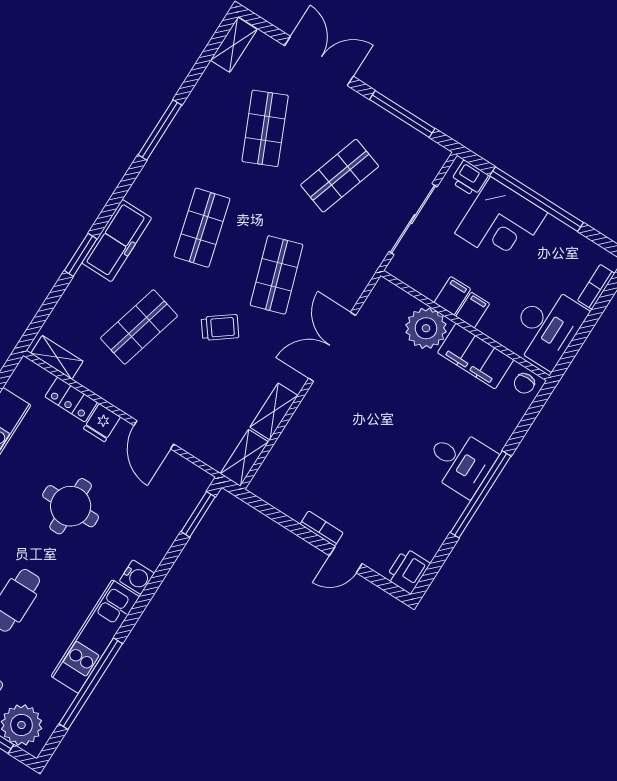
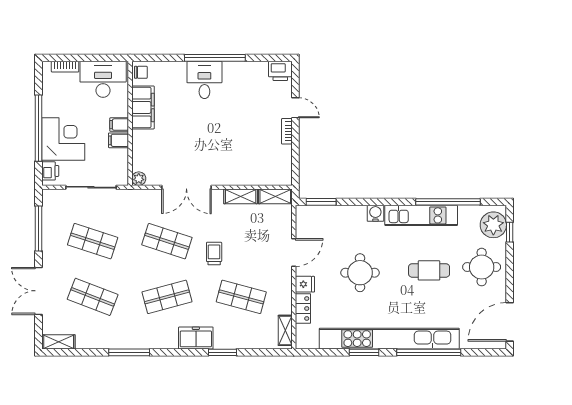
shop shelf: (265, 128) -> (93, 297), turned 45
freezer: (117, 241) -> (196, 338), width x0.71
shop shelf: (277, 275) -> (167, 241), turned 36
trolley: (220, 327) -> (214, 254), turned 37
plant: (426, 328) -> (139, 179), moved, width x0.53, depth x0.53

